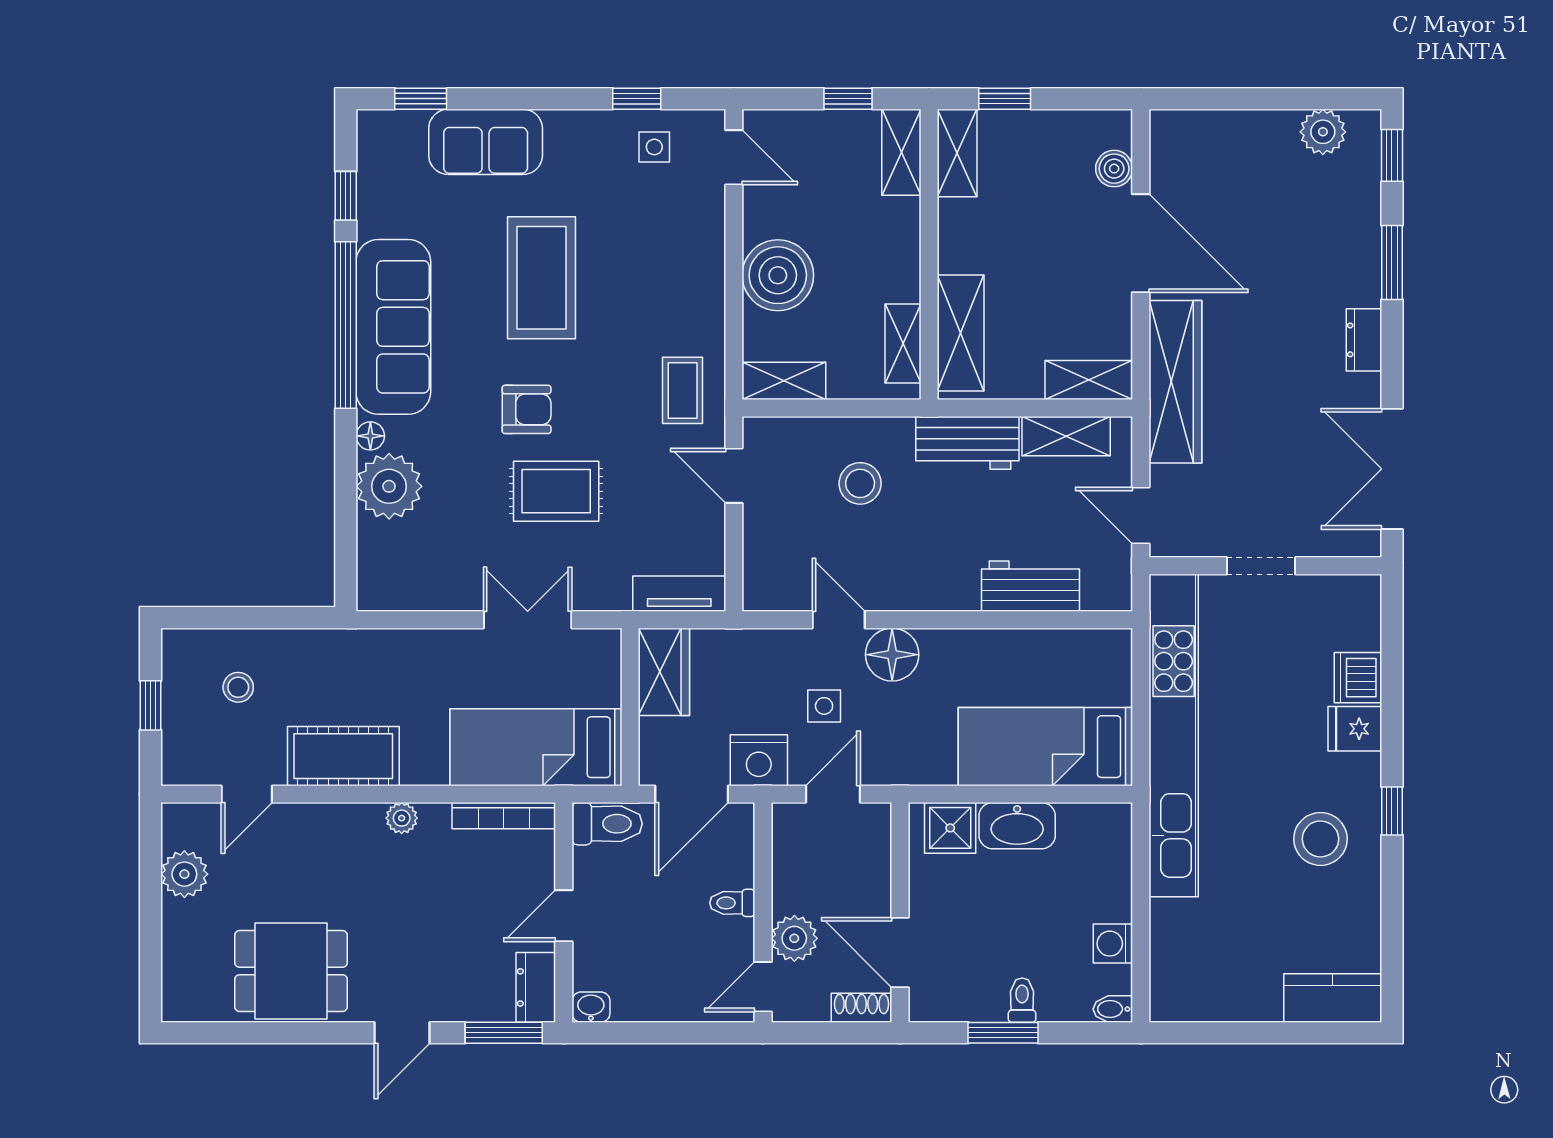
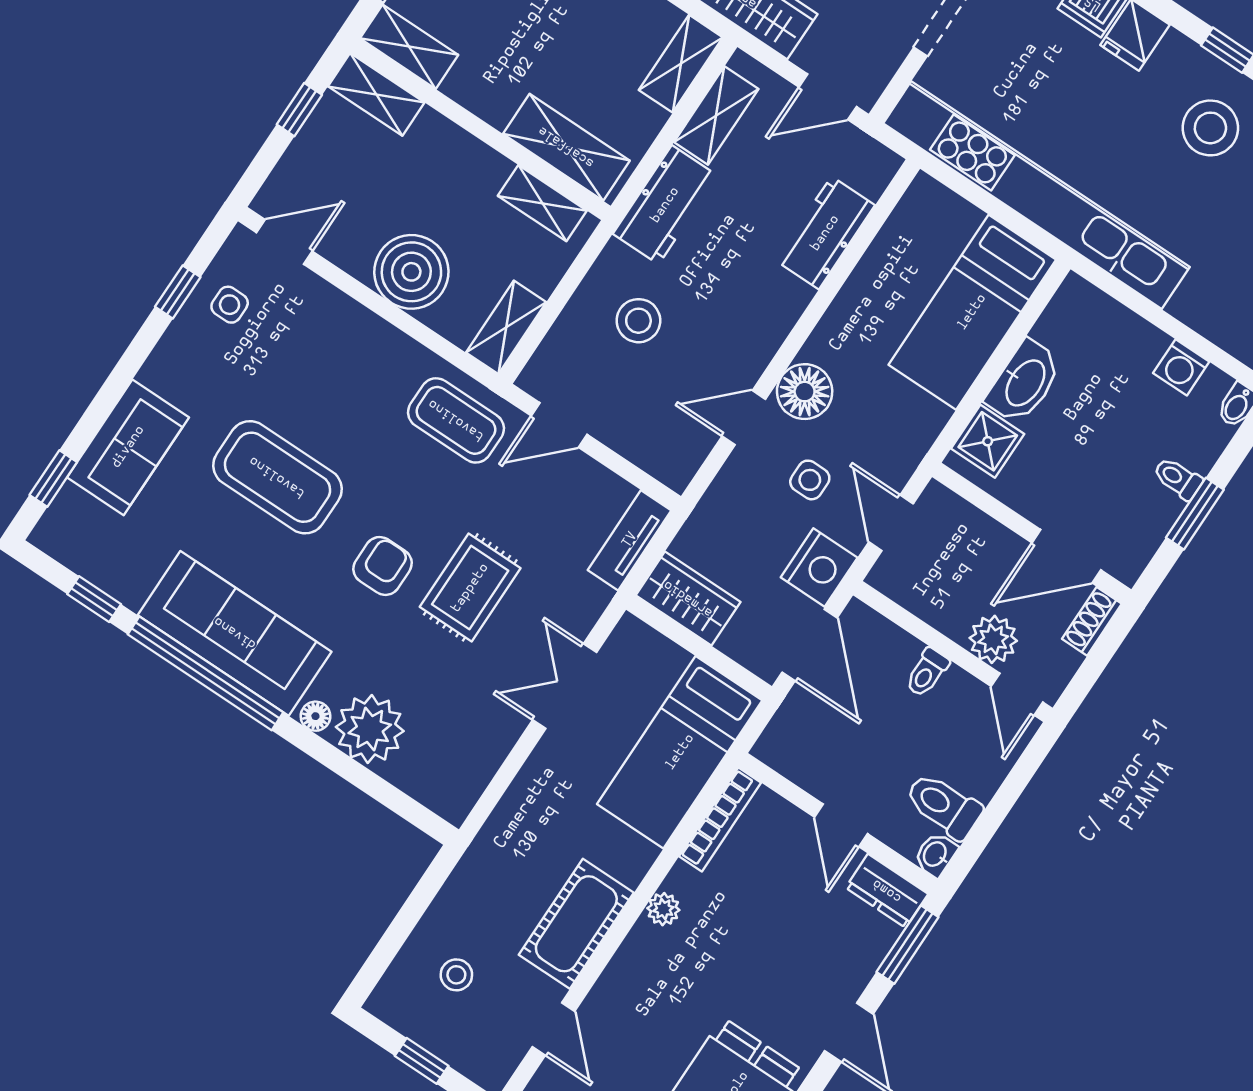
coffee table: (683, 390) -> (456, 420), width x1.36, depth x1.30
toilet: (607, 824) -> (944, 806), moved, turned -90

